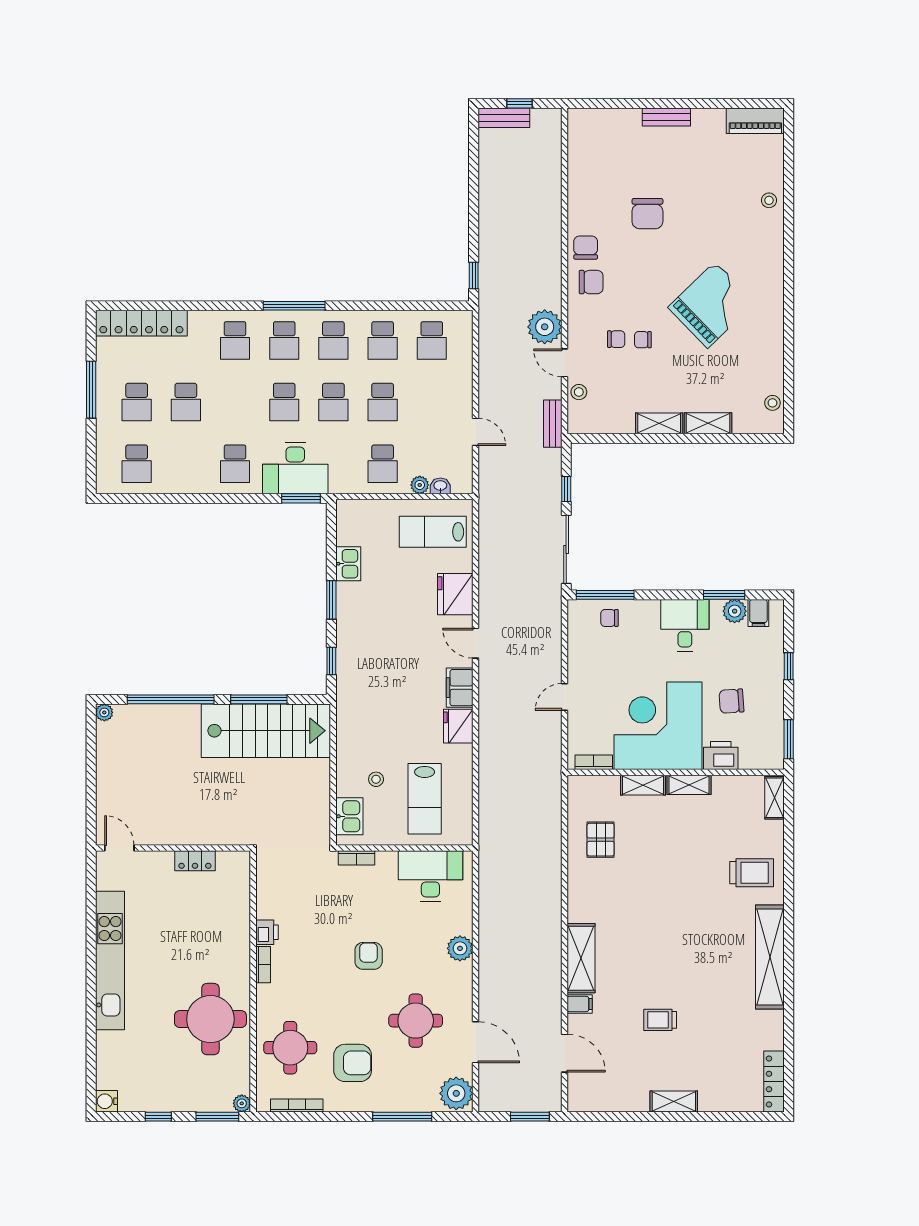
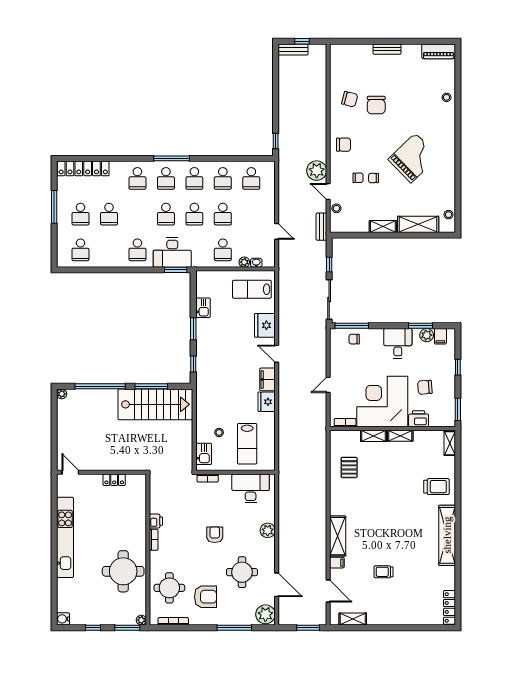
chair: (586, 248) -> (350, 99), moved, turned 105
shelving: (708, 423) -> (418, 224), width x1.50, depth x1.33
shelving: (674, 1102) -> (353, 619), moved

